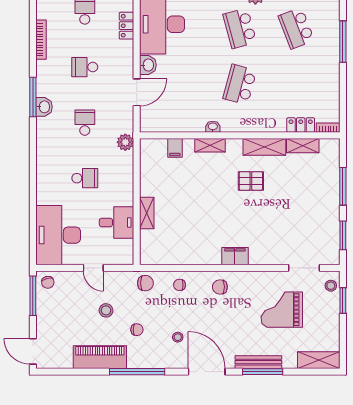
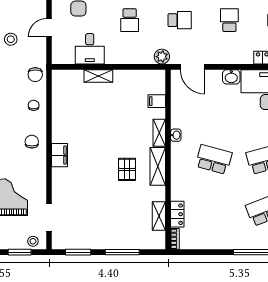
door: (137, 92) -> (192, 67), moved
shelving: (264, 147) -> (158, 166), moved

